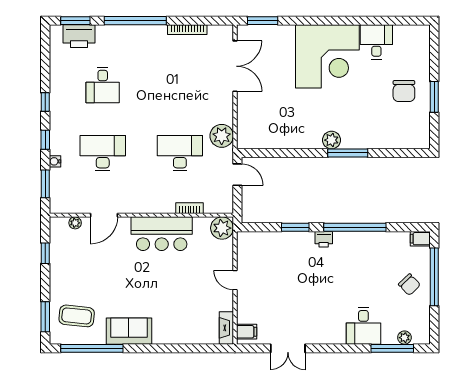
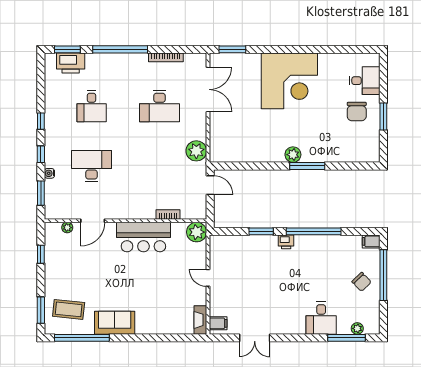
desk: (376, 42) -> (365, 81), moved, turned 90
desk: (180, 153) -> (159, 106), moved, turned 180

